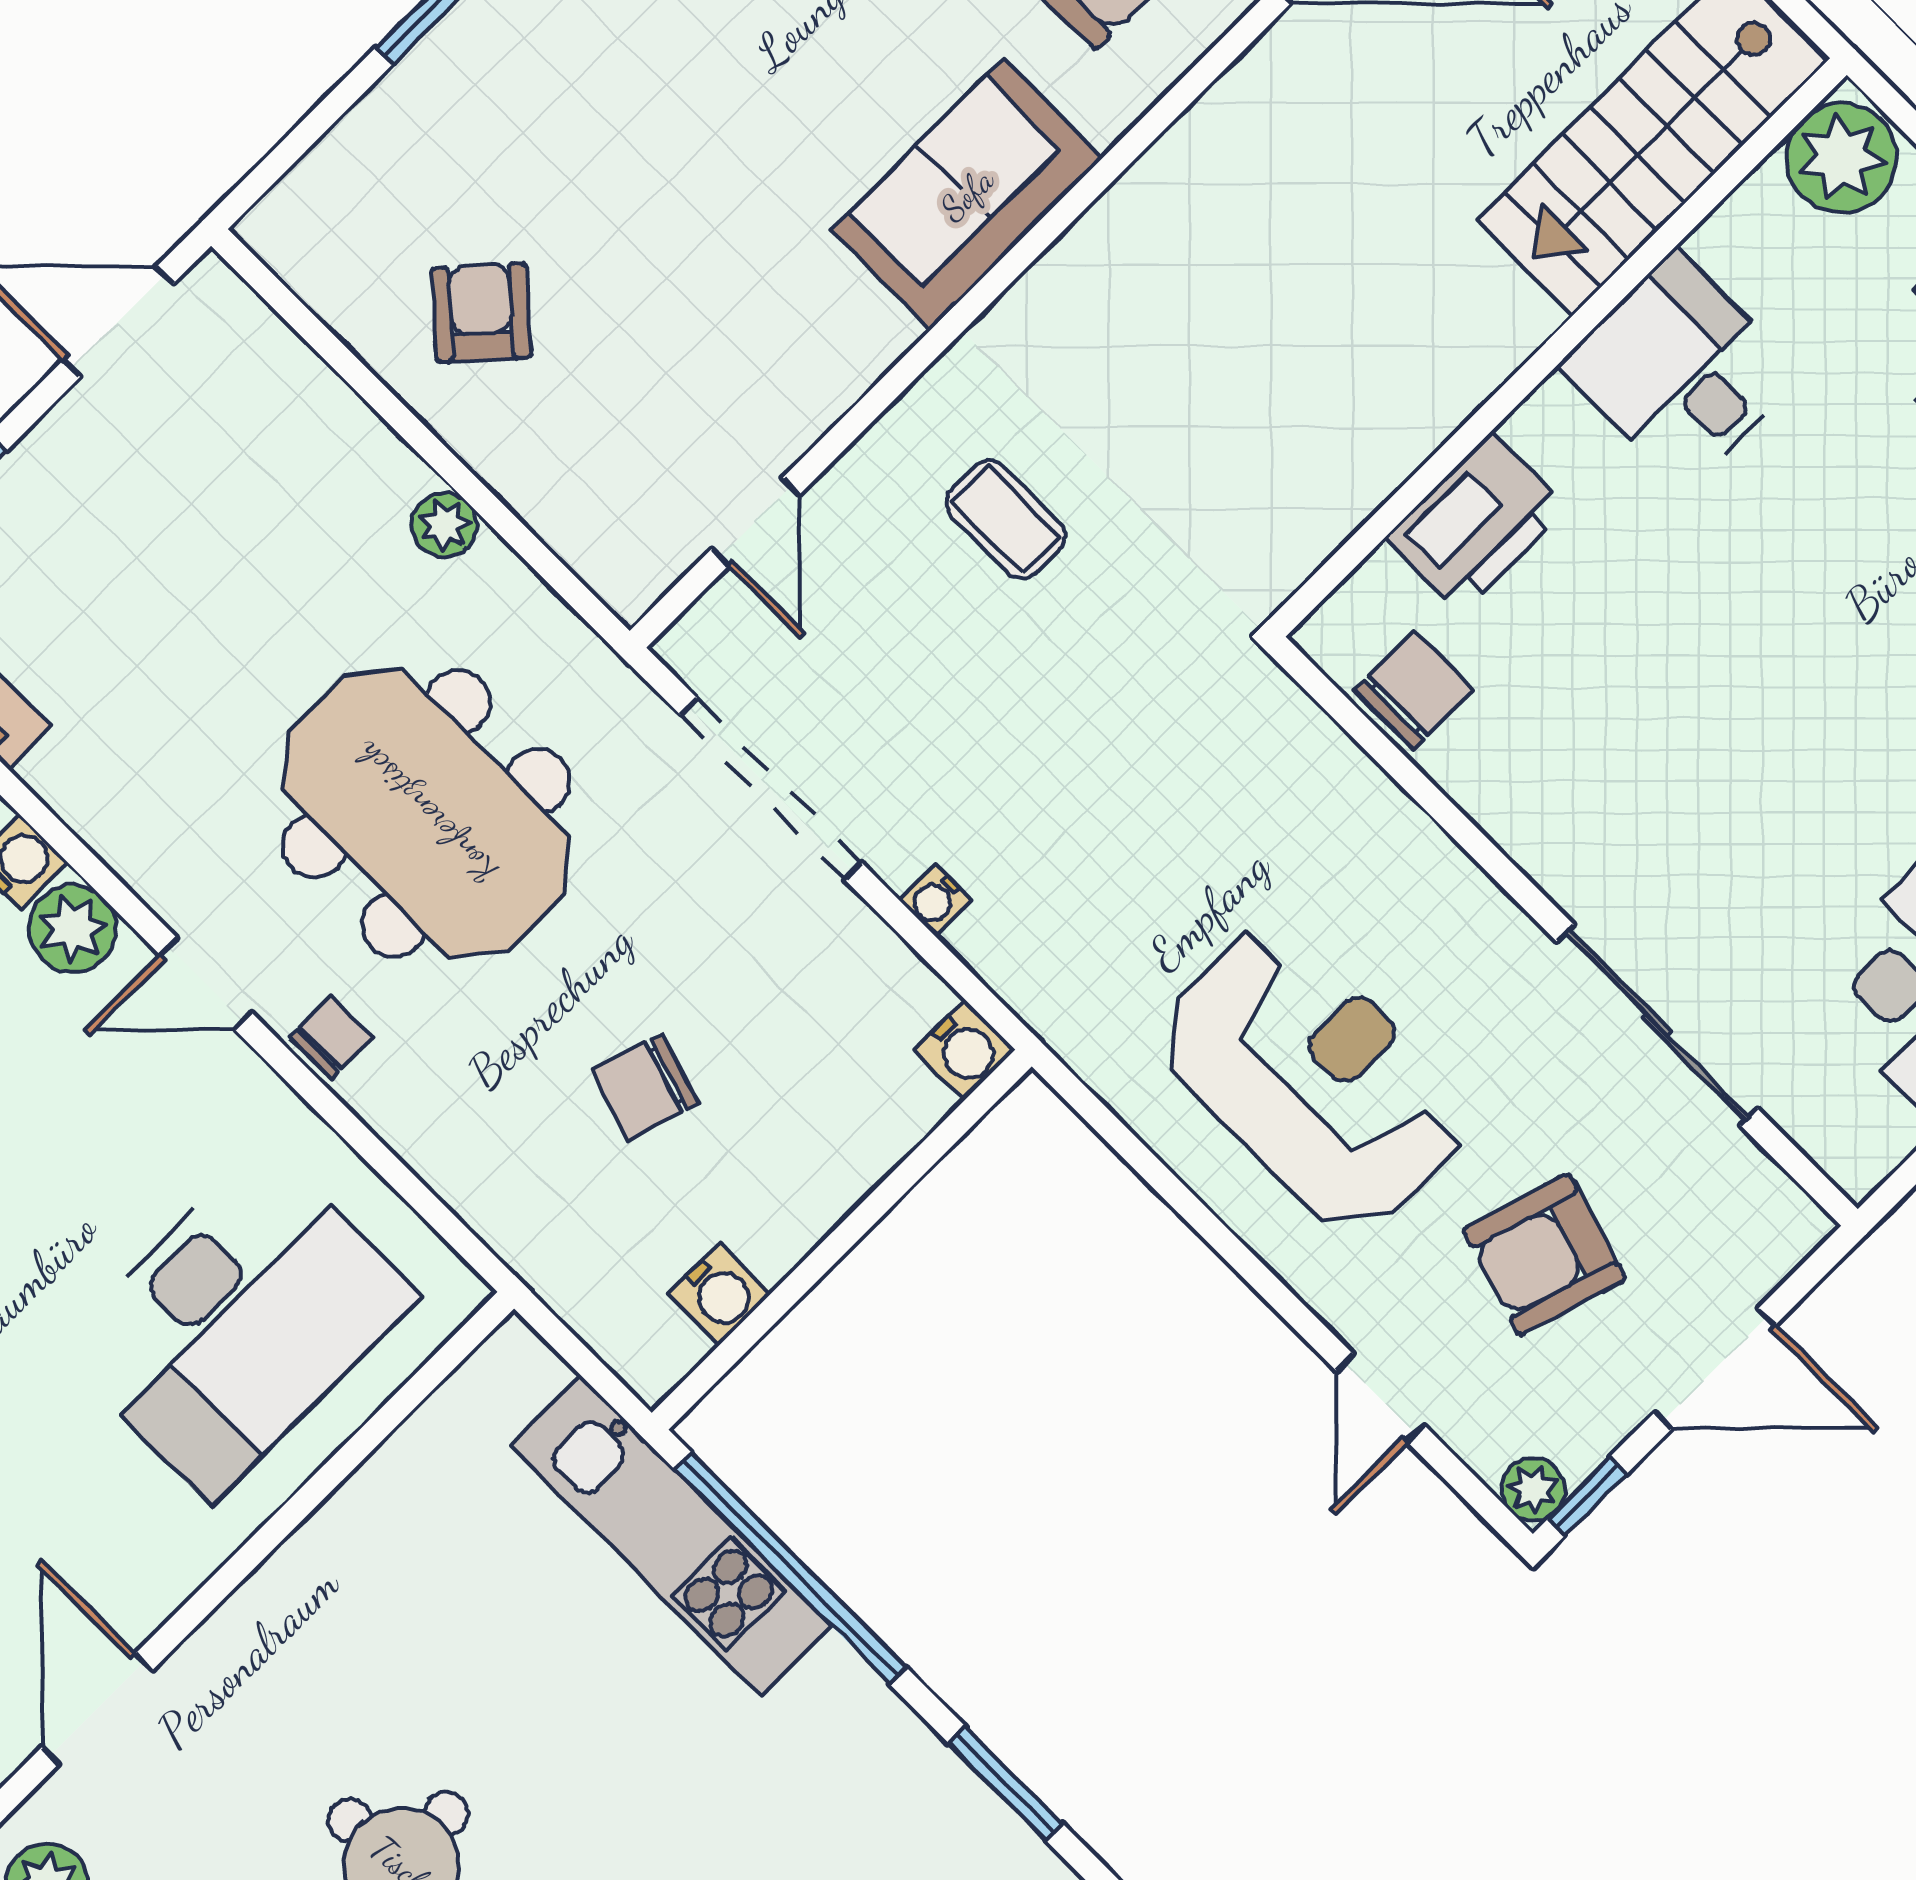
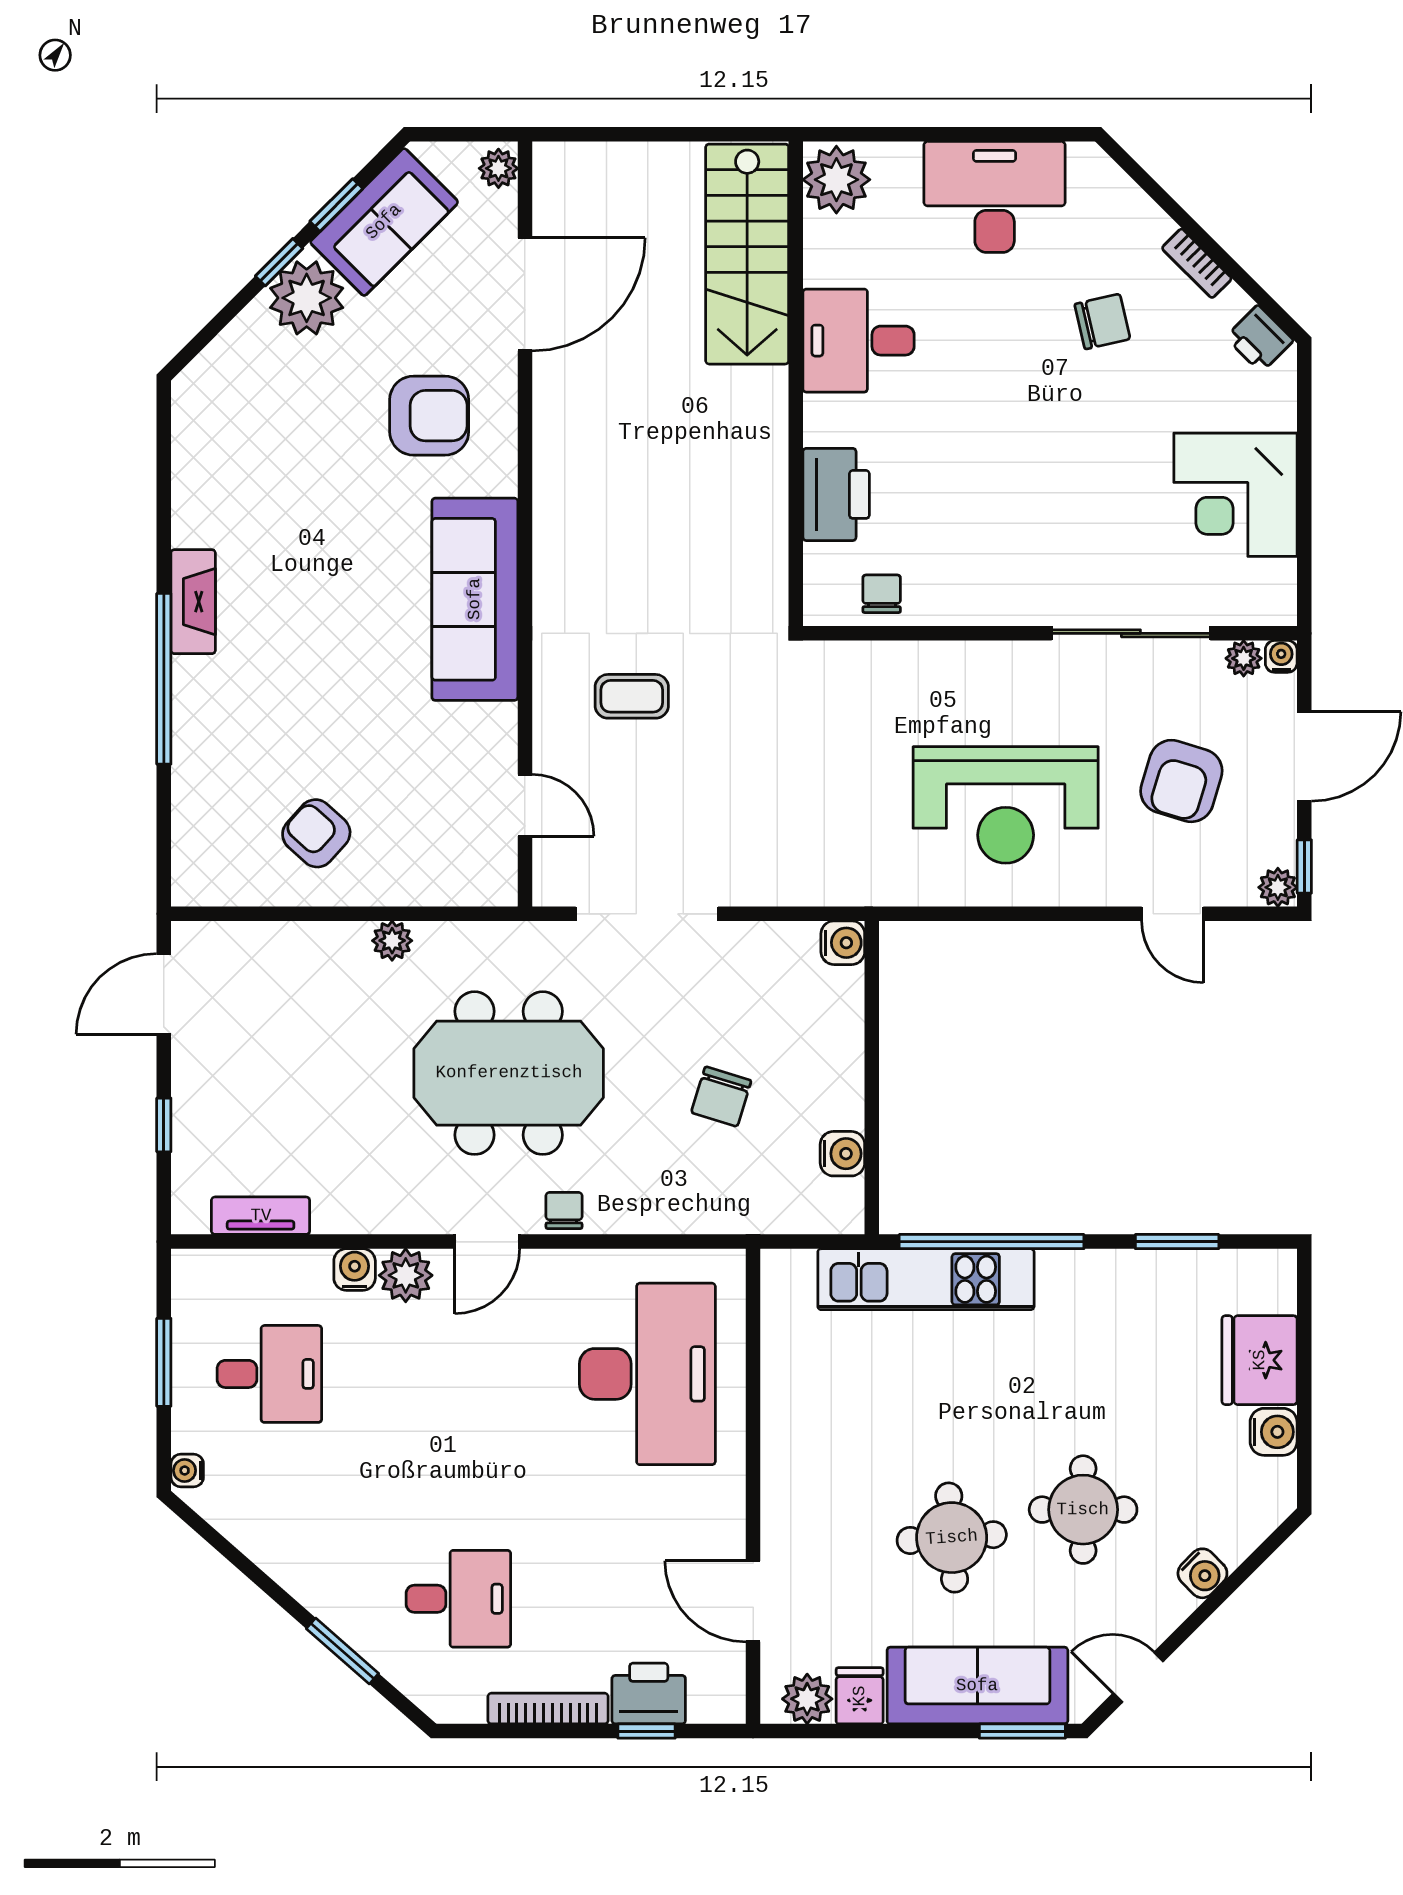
sofa: (967, 194) -> (475, 599), width x1.36
chair: (1414, 690) -> (882, 594), width x0.73, depth x0.73
water cooler: (936, 900) -> (1281, 656), moved, turned 180
reception desk: (1313, 1079) -> (1006, 805), turned 180
plant: (1759, 1184) -> (1244, 658), added

